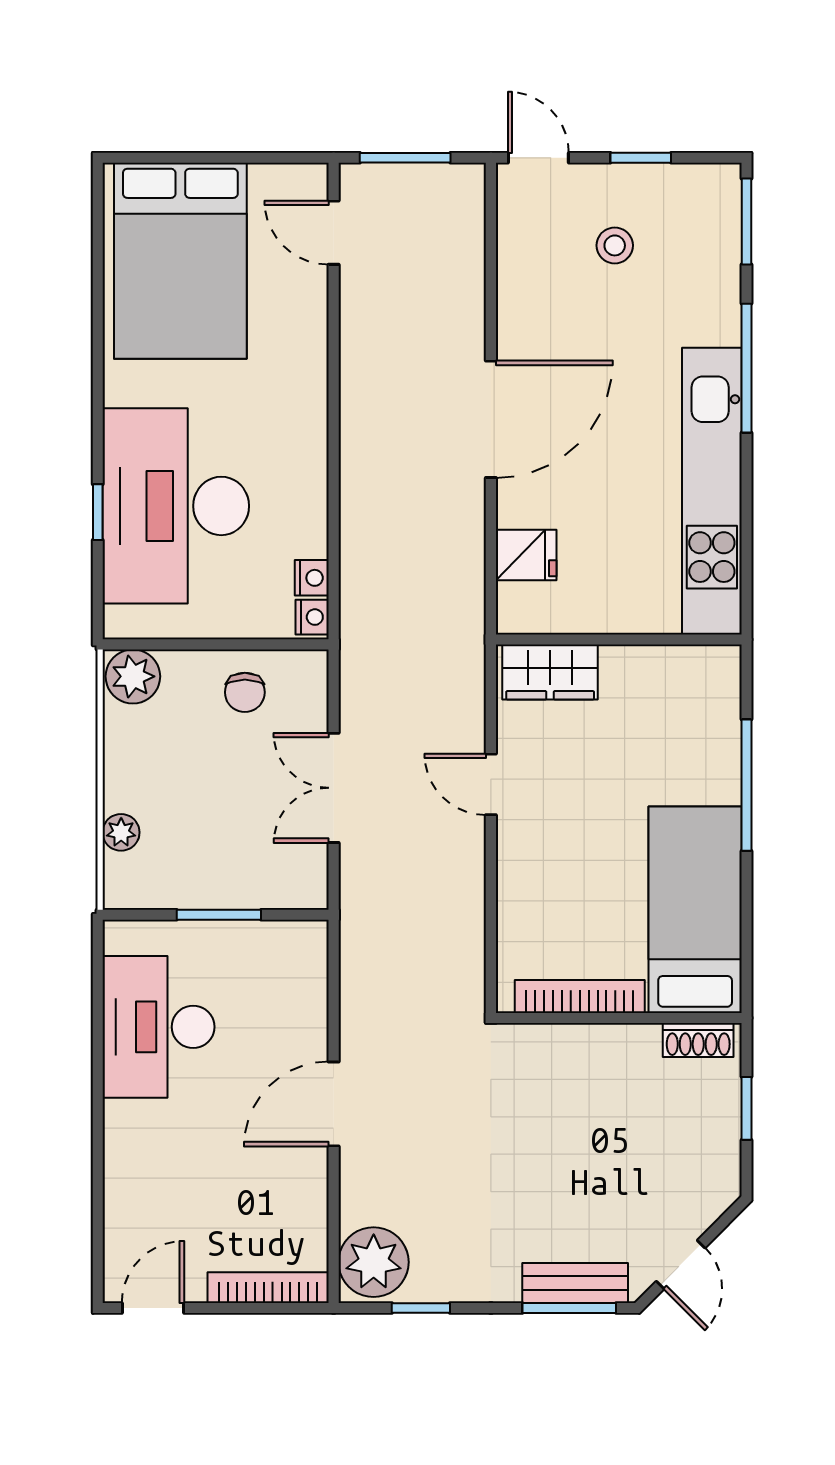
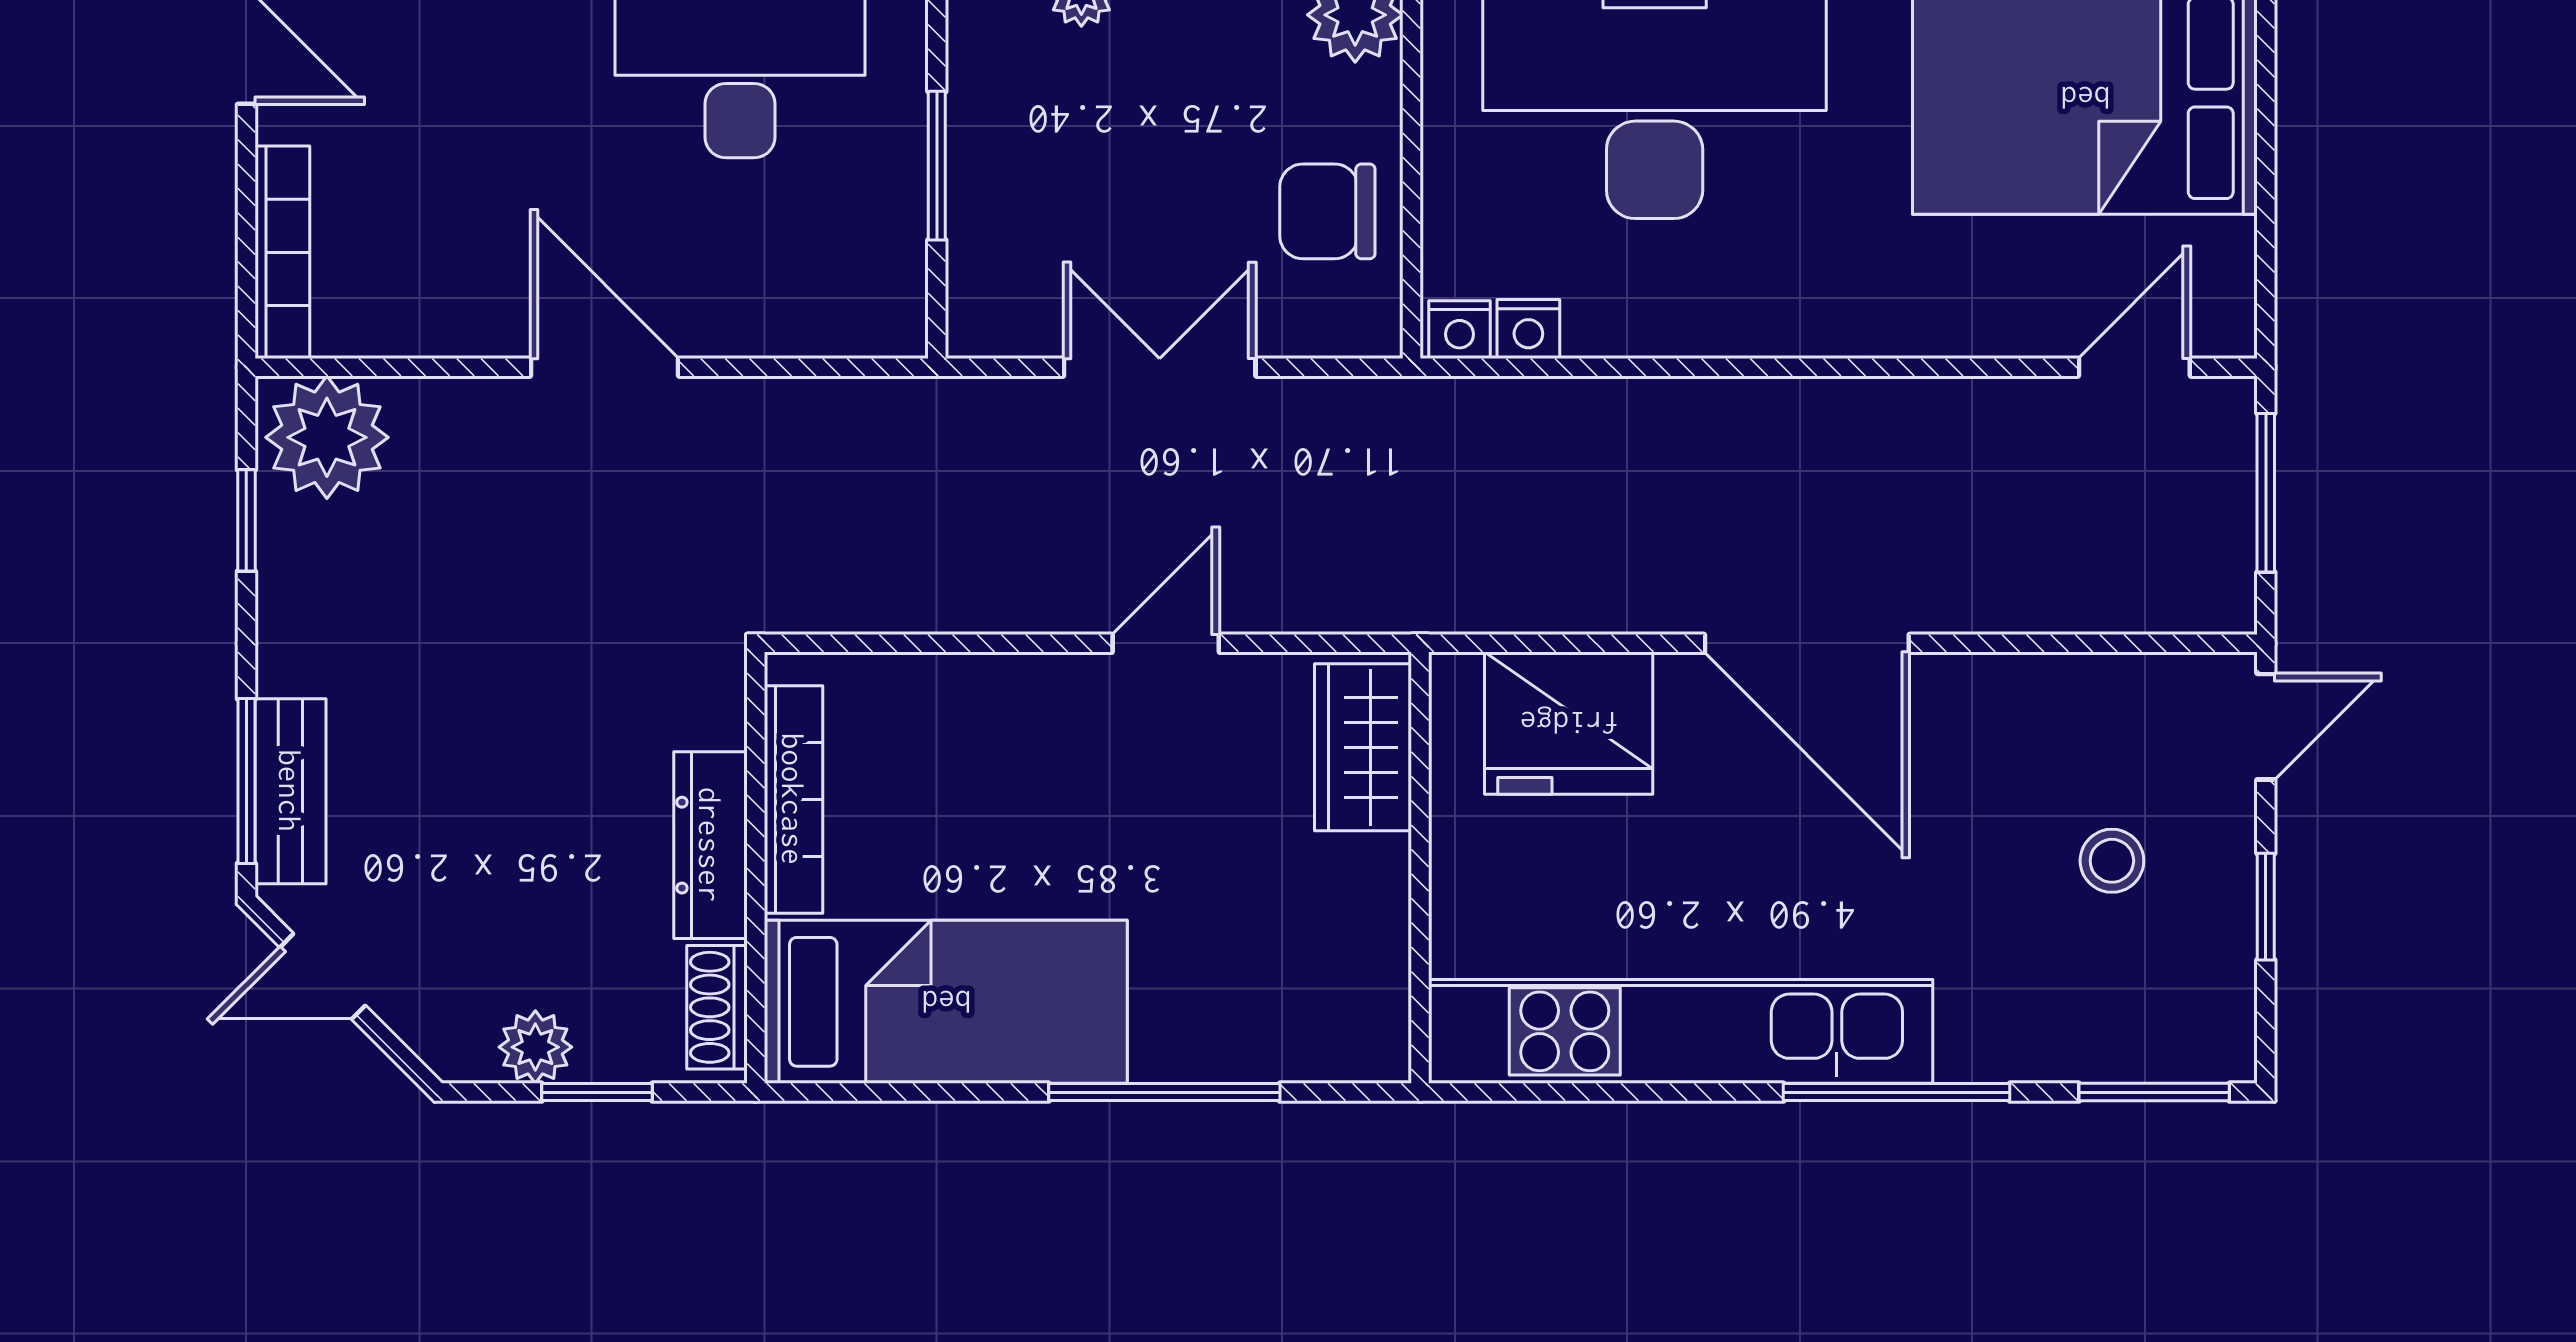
fridge: (526, 555) -> (1569, 723), width x1.88, depth x1.34
chair: (245, 692) -> (1327, 211), width x1.37, depth x1.37
dresser: (606, 1044) -> (710, 845), added
plant: (721, 1143) -> (535, 1047), added

